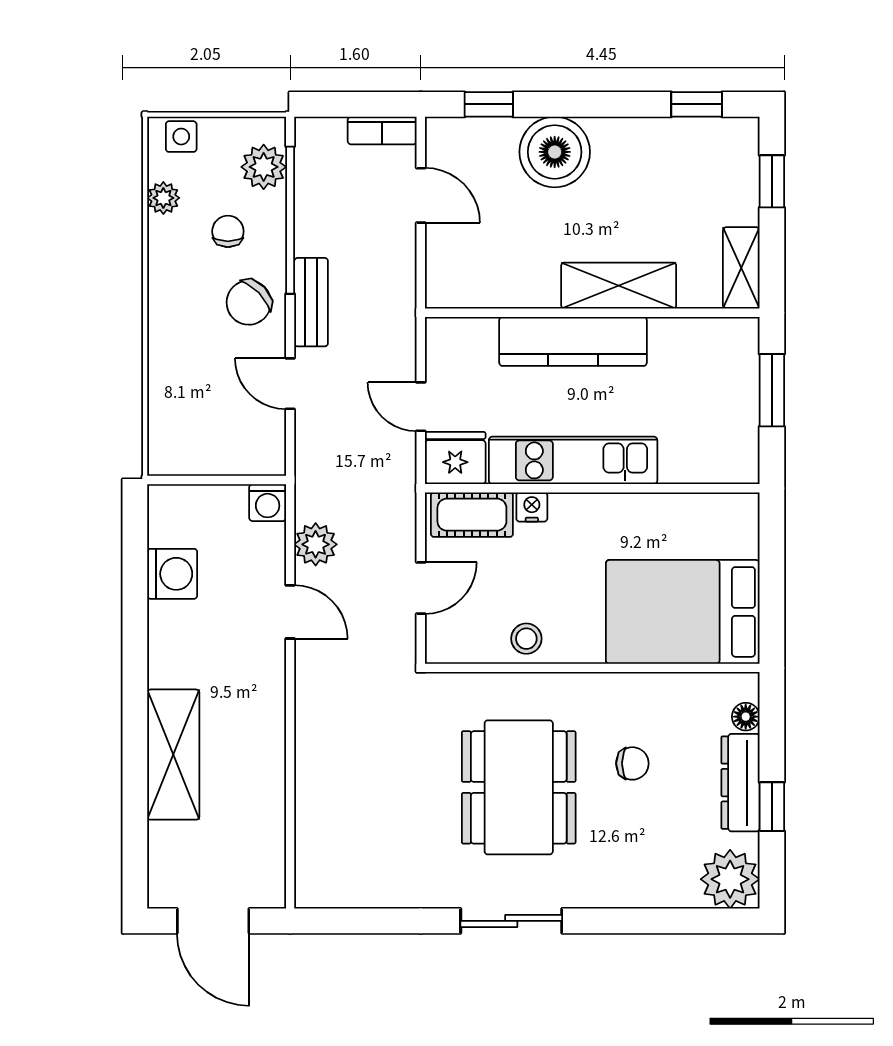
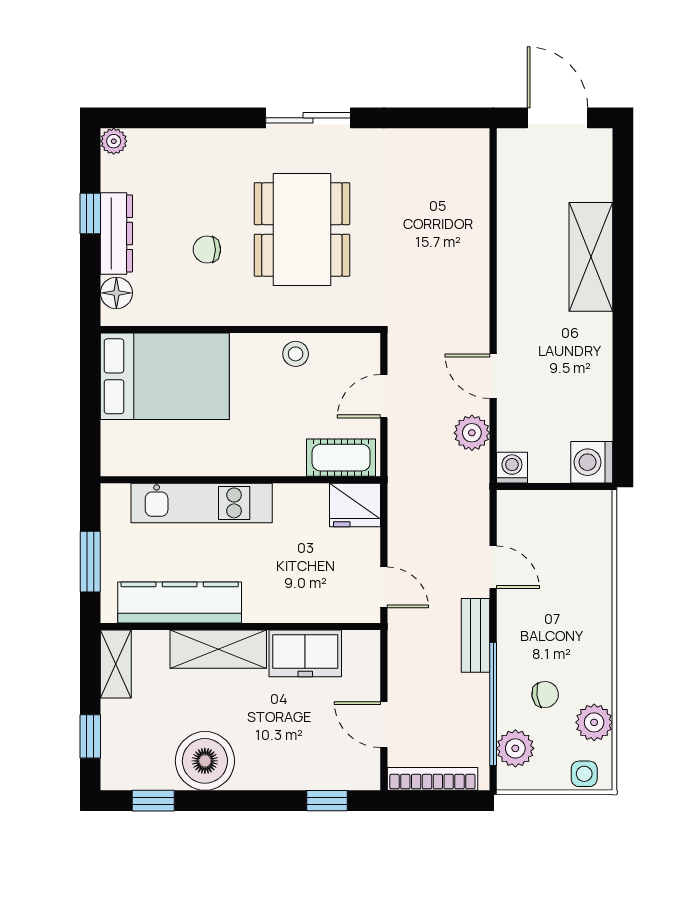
bookcase: (382, 131) -> (432, 779), width x1.56
boiler: (555, 152) -> (205, 761), moved
plant: (163, 198) -> (594, 722), width x1.38, depth x1.38
chair: (228, 231) -> (545, 695), turned -98
freezer: (515, 281) -> (305, 653), added
chair: (249, 303) -> (528, 635), removed
kitchen counter: (573, 341) -> (180, 603), moved
door: (421, 407) -> (384, 587), moved
kitchen unit: (573, 460) -> (202, 503), moved
nightstand: (532, 507) -> (291, 464), removed
washing machine: (172, 574) -> (592, 462), moved
floor lamp: (746, 717) -> (116, 293), width x1.37, depth x1.37
plant: (730, 879) -> (114, 141), width x0.53, depth x0.53

